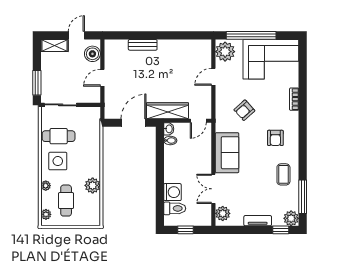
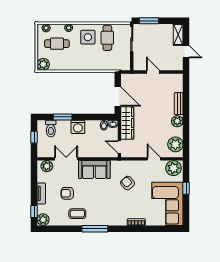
window: (251, 35) -> (186, 188), width x0.32
plant: (165, 47) -> (177, 121), added
plant: (195, 49) -> (175, 144), added
boiler: (92, 54) -> (172, 64), removed
armchair: (275, 138) -> (67, 193), moved
plant: (93, 185) -> (43, 64), moved
washing machine: (172, 192) -> (78, 127), moved
window: (160, 193) -> (63, 117), added
window: (303, 197) -> (95, 229), moved

